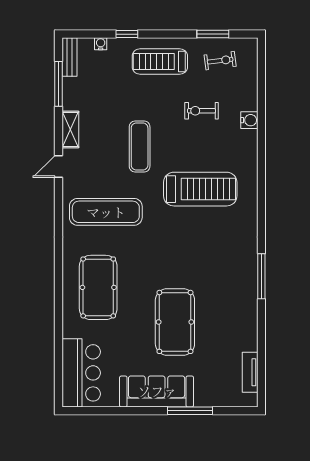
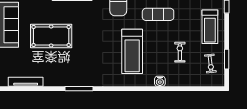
treadmill: (160, 61) -> (210, 27), turned 180
water cooler: (249, 120) -> (160, 81), moved
tv unit: (250, 372) -> (26, 82), width x1.41

